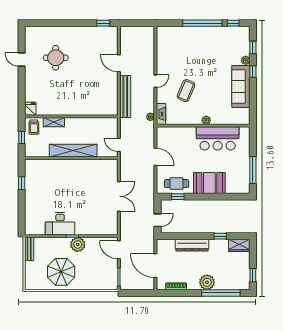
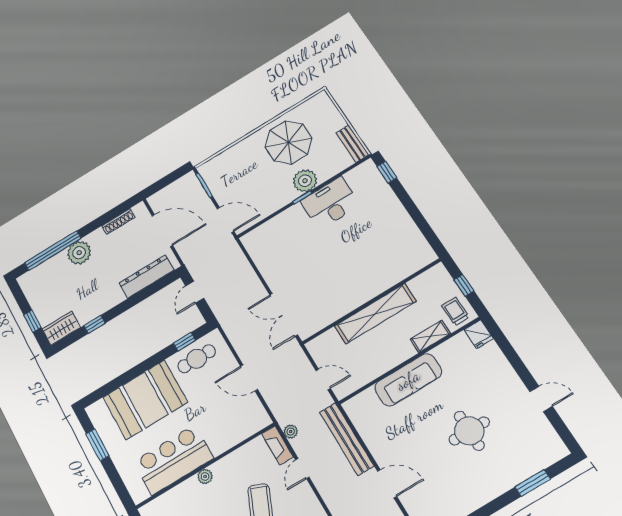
window: (51, 23) -> (533, 483), added
round table: (56, 58) -> (469, 431), moved
door: (155, 81) -> (302, 469), moved
sofa: (78, 107) -> (408, 380), added
door: (119, 145) -> (323, 379), moved
window: (253, 170) -> (97, 445), width x0.69
window: (22, 183) -> (387, 172), moved
booth: (209, 183) -> (145, 400), width x1.36, depth x1.42
double door: (119, 196) -> (284, 315), moved
plant: (78, 244) -> (305, 181), moved
dresser: (192, 245) -> (146, 277), moved
window: (253, 275) -> (32, 321), moved

